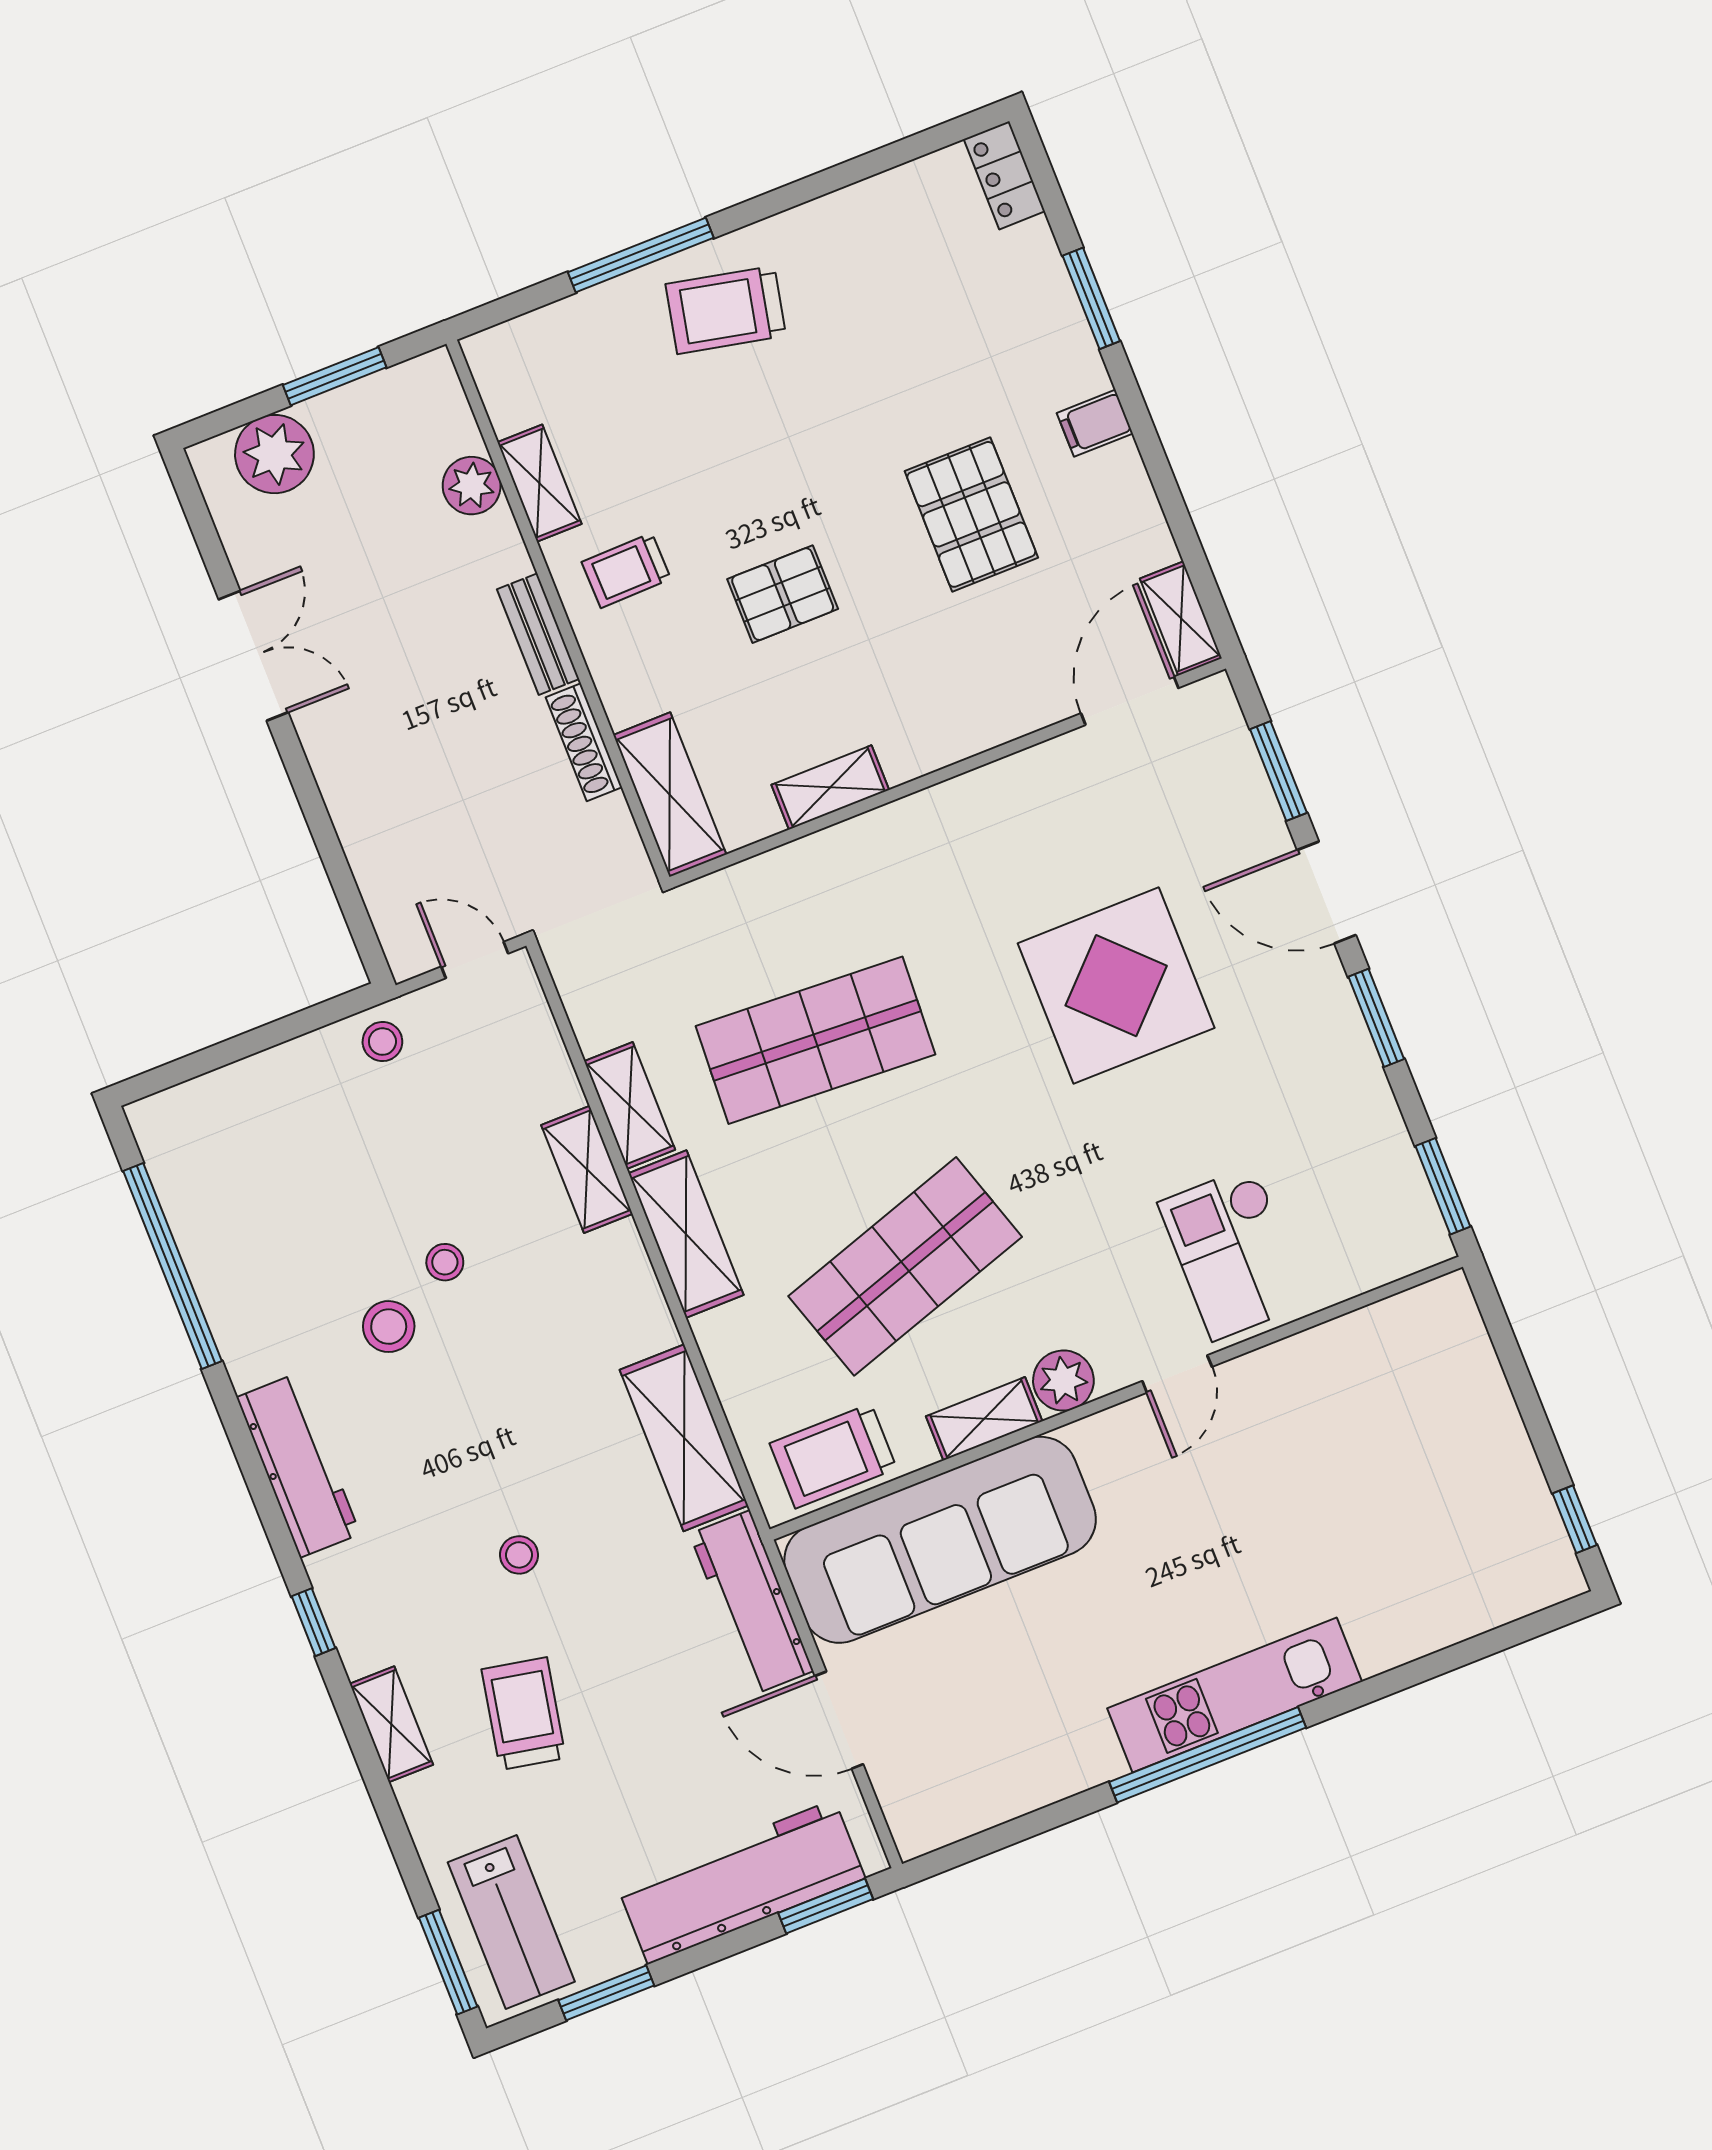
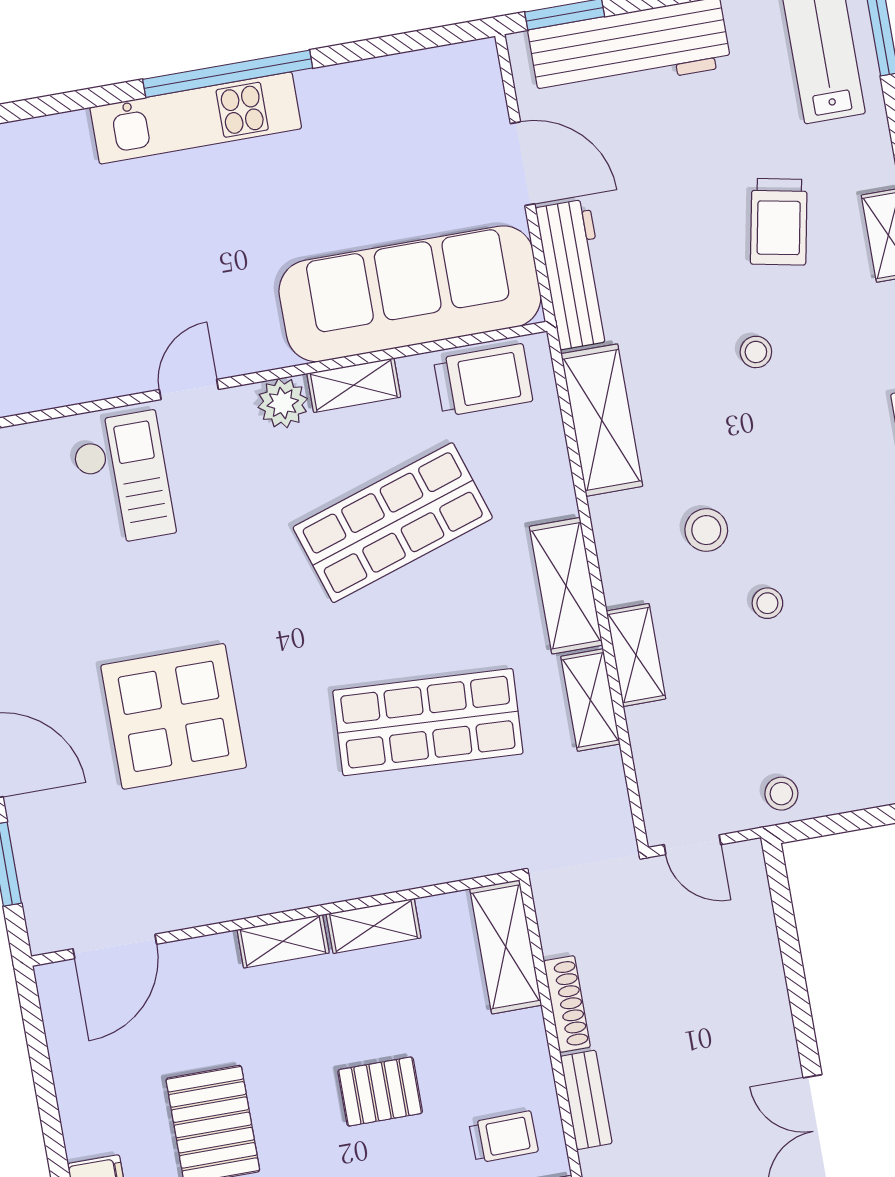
shelving: (1181, 618) -> (283, 941), moved, turned 90
stool: (389, 1327) -> (706, 530), moved

